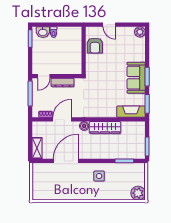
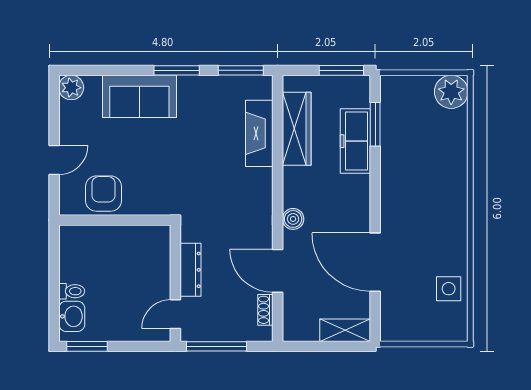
armchair: (95, 46) -> (103, 194), turned -90
door: (44, 76) -> (175, 314), swing flipped
sofa: (136, 78) -> (139, 96), moved
fireplace: (131, 112) -> (259, 133), moved
wardrobe: (105, 127) -> (297, 129), moved
freezer: (117, 152) -> (355, 141), added
side table: (99, 176) -> (449, 289), moved

